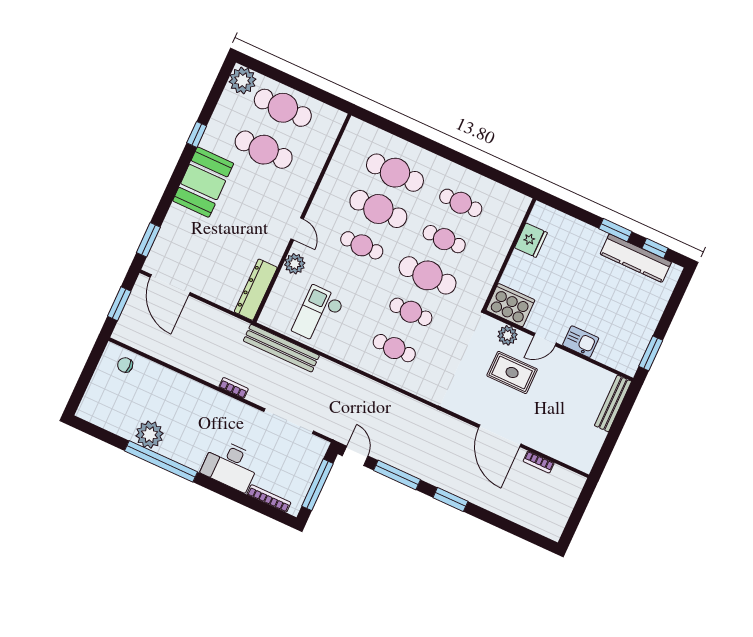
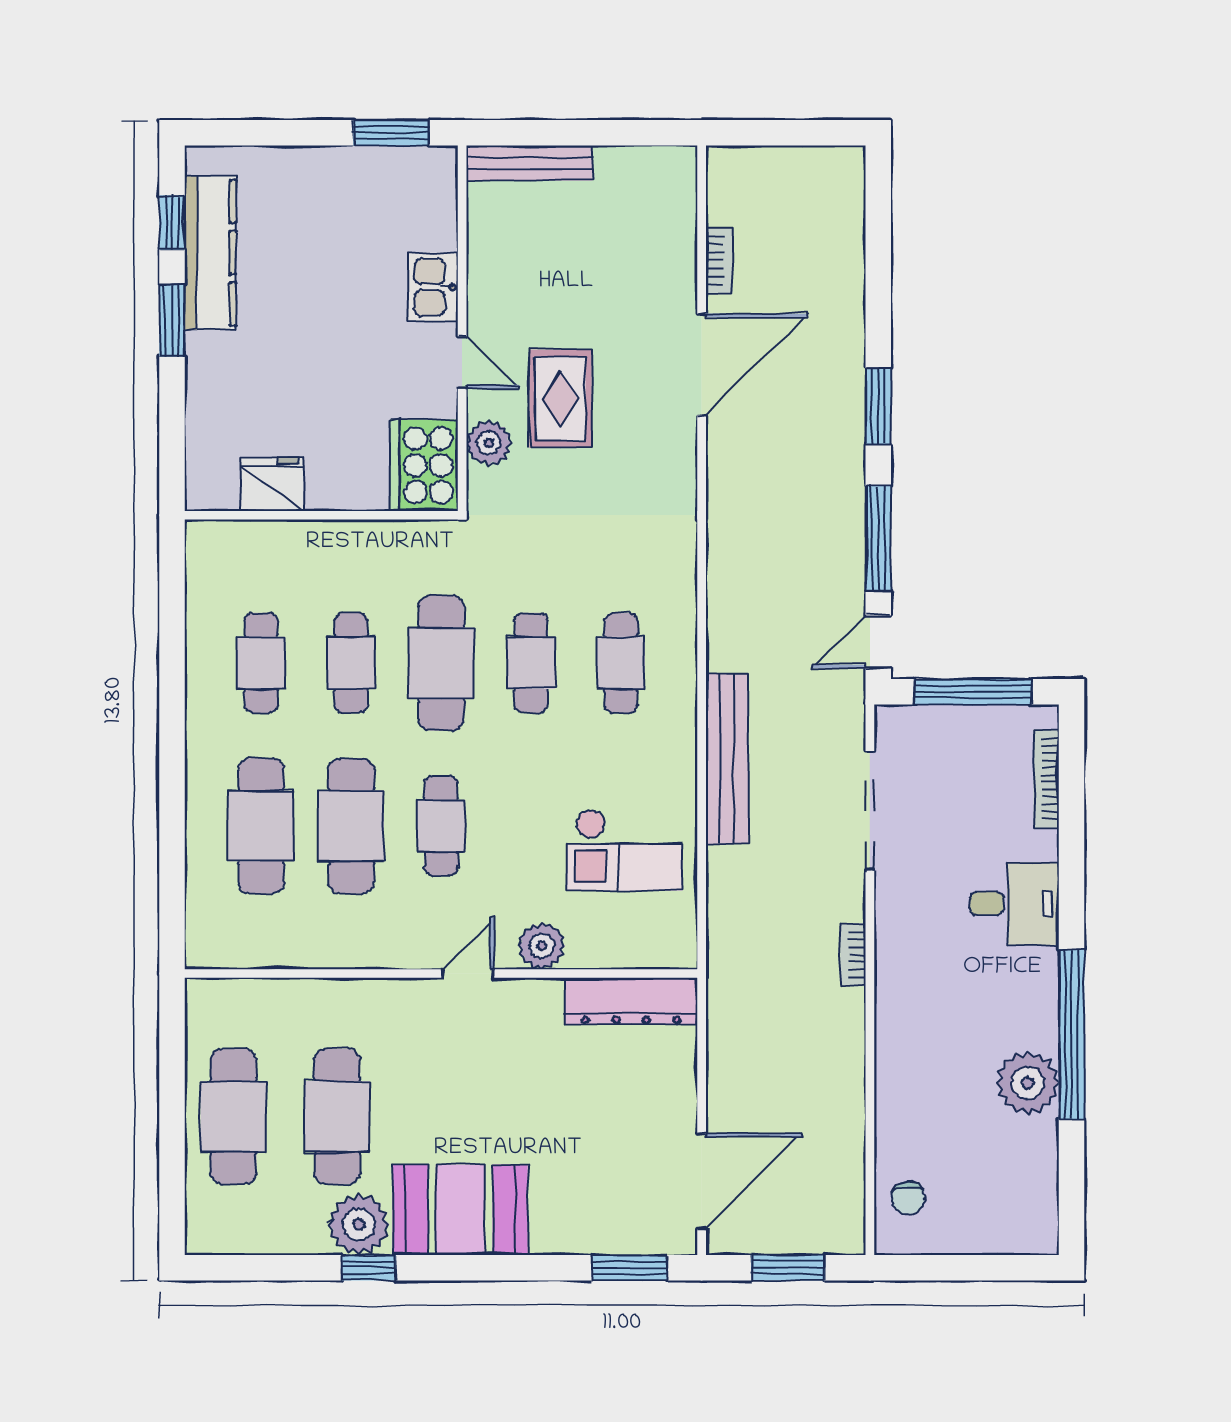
plant: (243, 80) -> (359, 1224), moved
bench: (281, 348) -> (727, 759), moved
desk: (231, 465) -> (1014, 904), width x0.73

